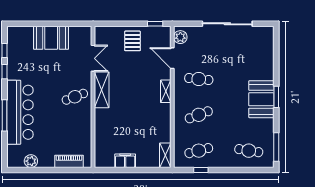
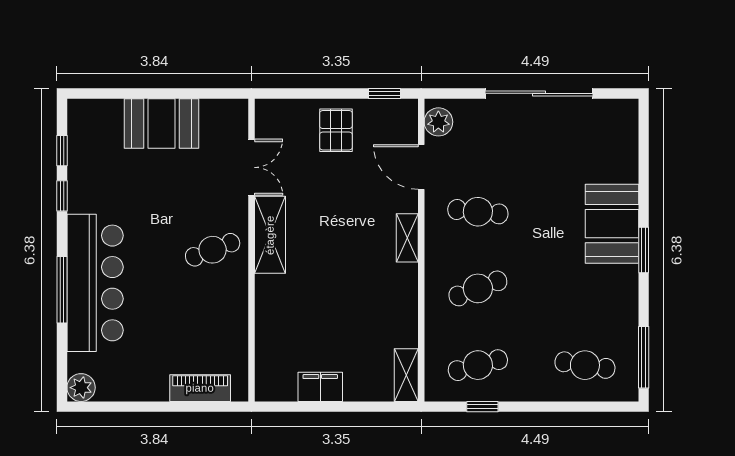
booth: (261, 99) -> (612, 224), moved
plant: (31, 161) -> (81, 388), moved

